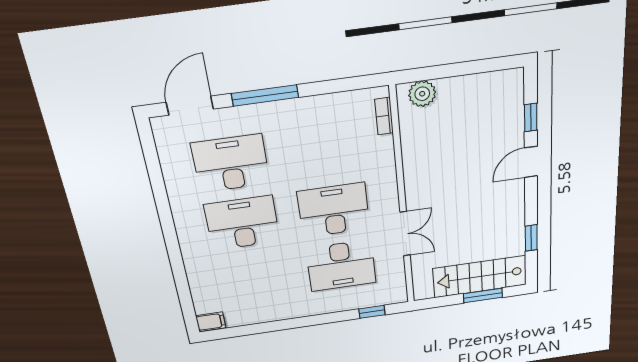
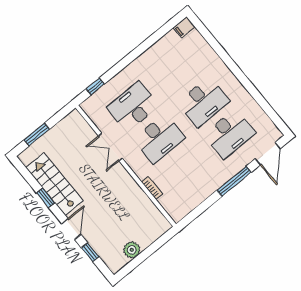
plant: (422, 94) -> (132, 250), moved
bookcase: (384, 116) -> (152, 188), moved
window: (531, 238) -> (46, 198), moved
stairs: (480, 277) -> (55, 184), moved, turned -90

